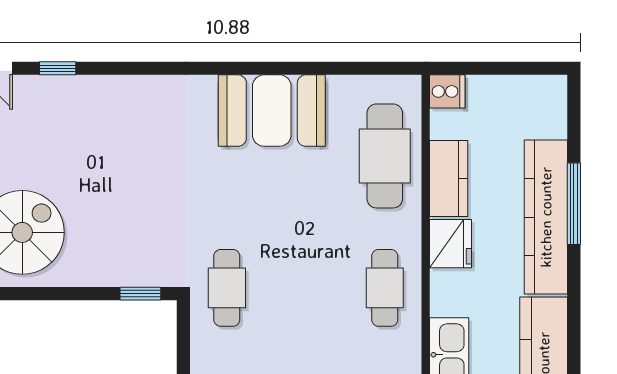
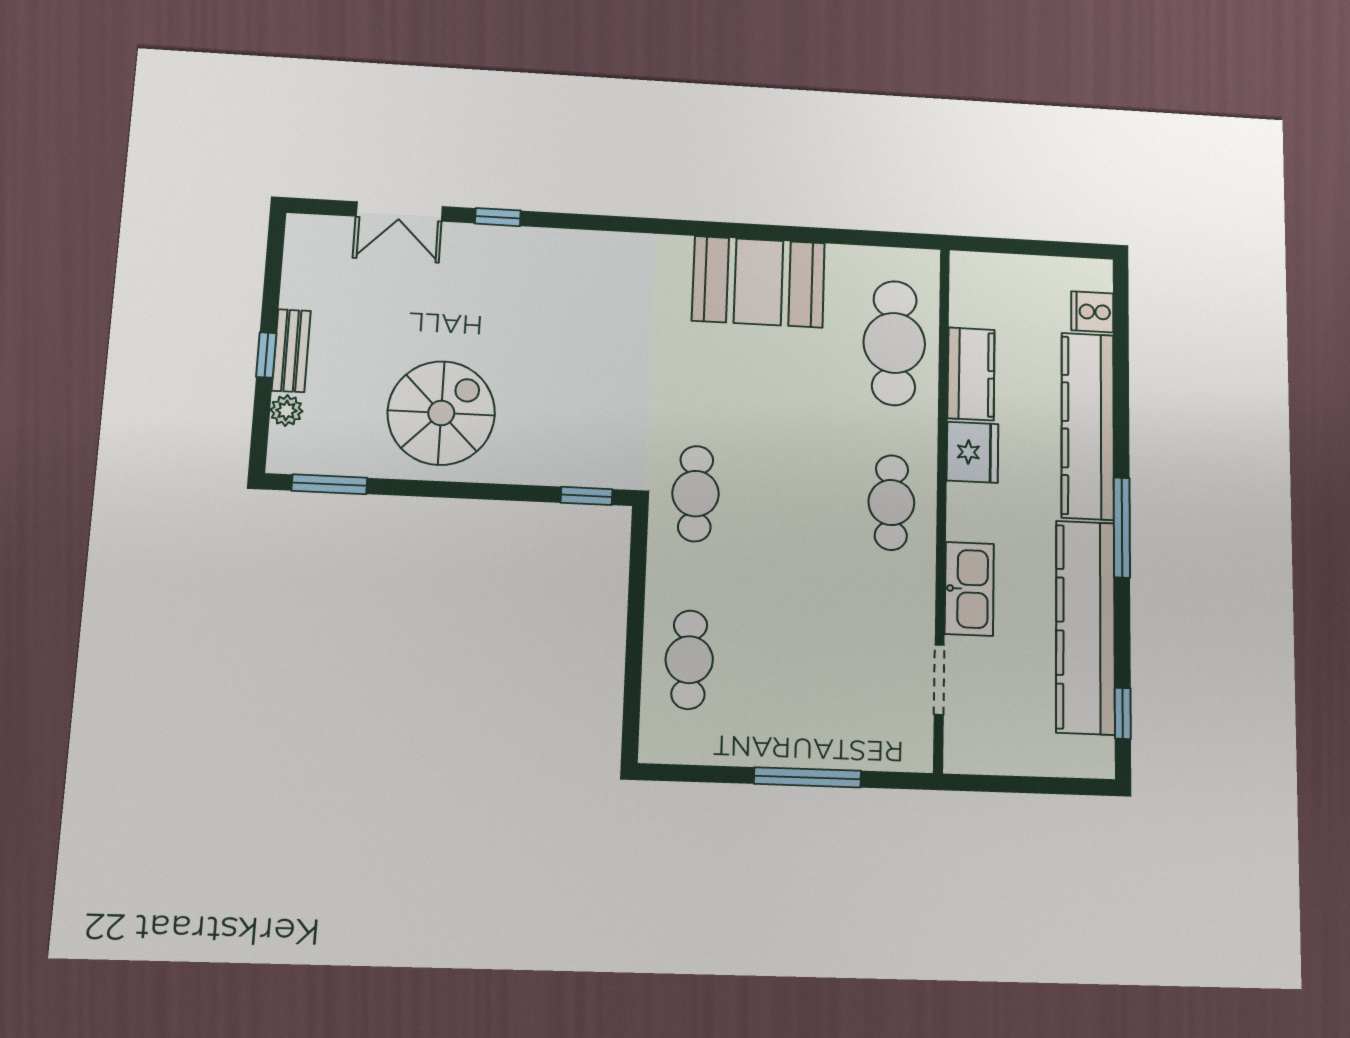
cooker: (447, 91) -> (1092, 312), moved, turned 180
window: (574, 204) -> (1122, 527), moved

